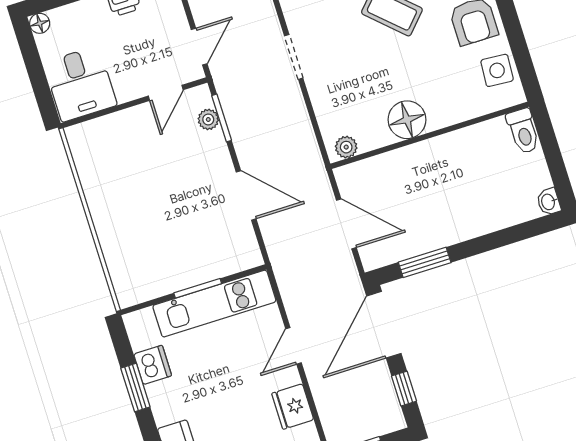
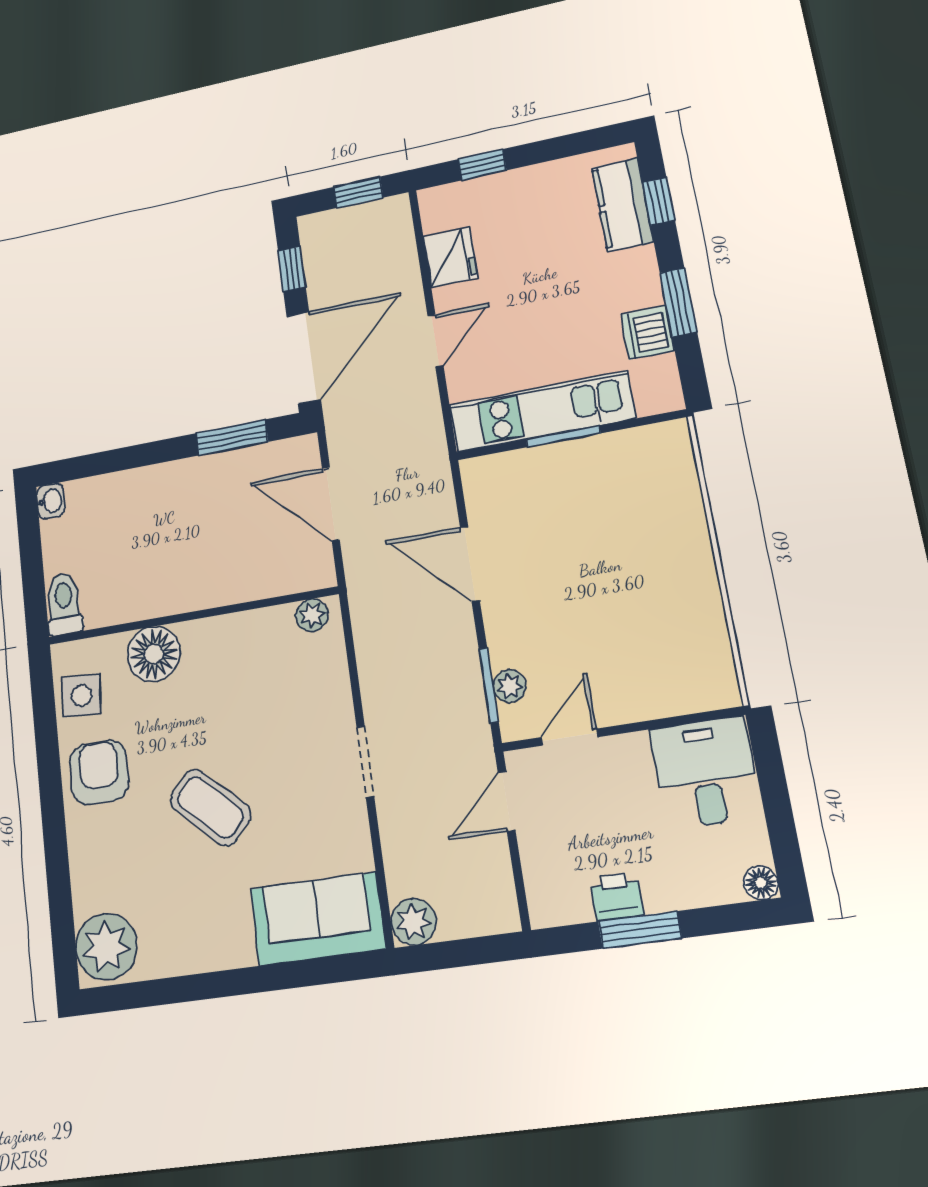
floor lamp: (407, 120) -> (154, 654), moved

